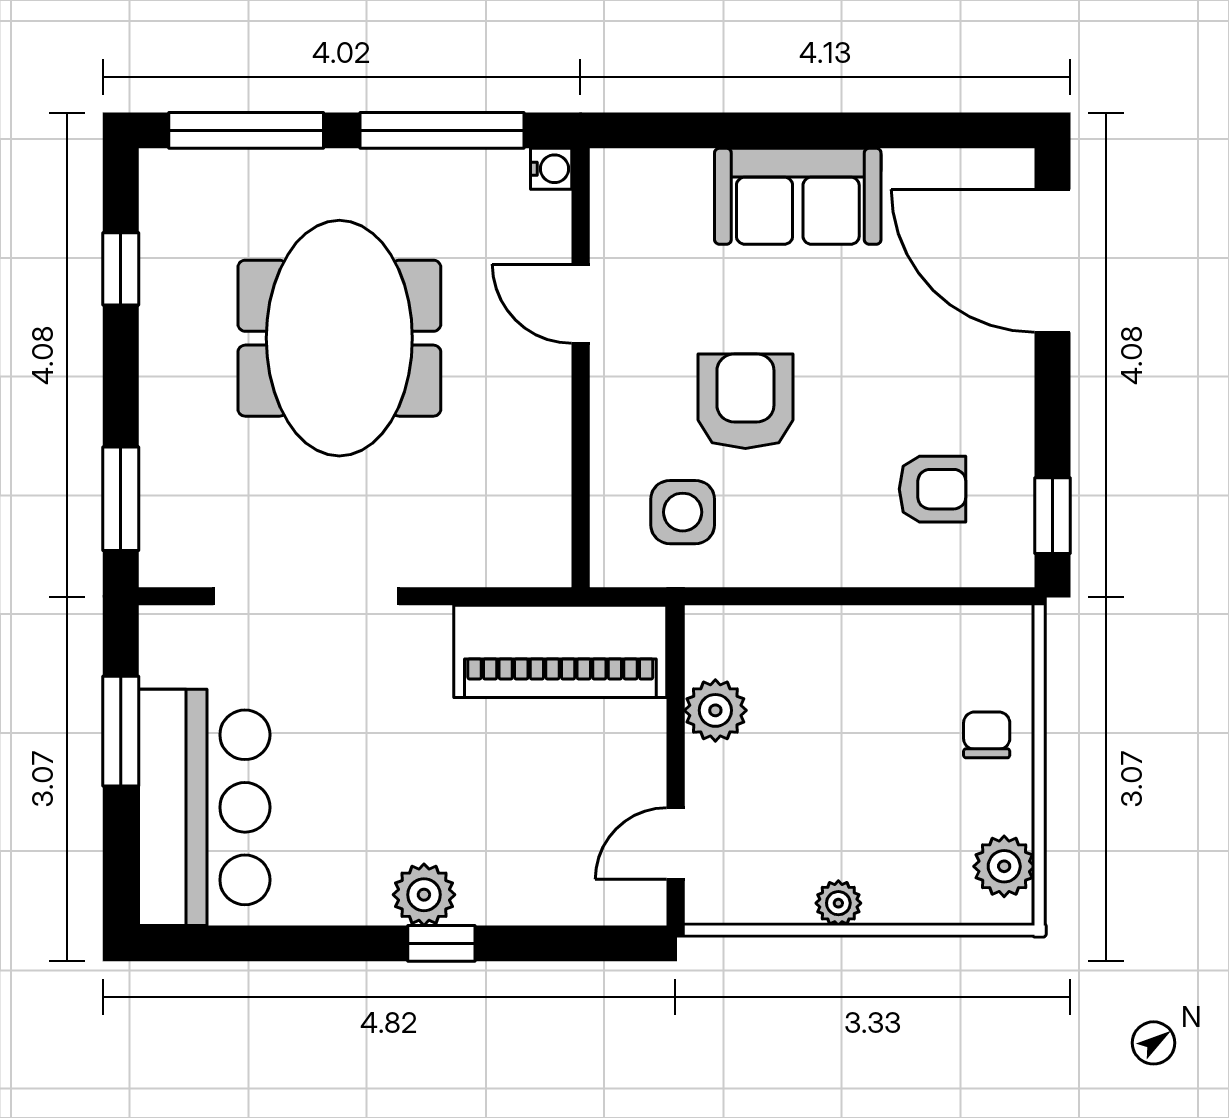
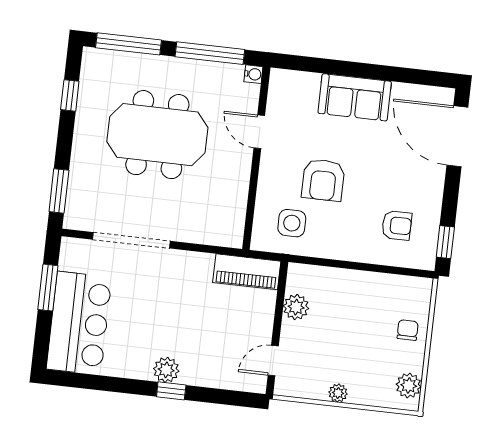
meeting table: (339, 338) -> (157, 135), turned 90
armchair: (745, 401) -> (323, 180), turned 180
piano: (560, 651) -> (247, 272), width x0.73, depth x0.75

